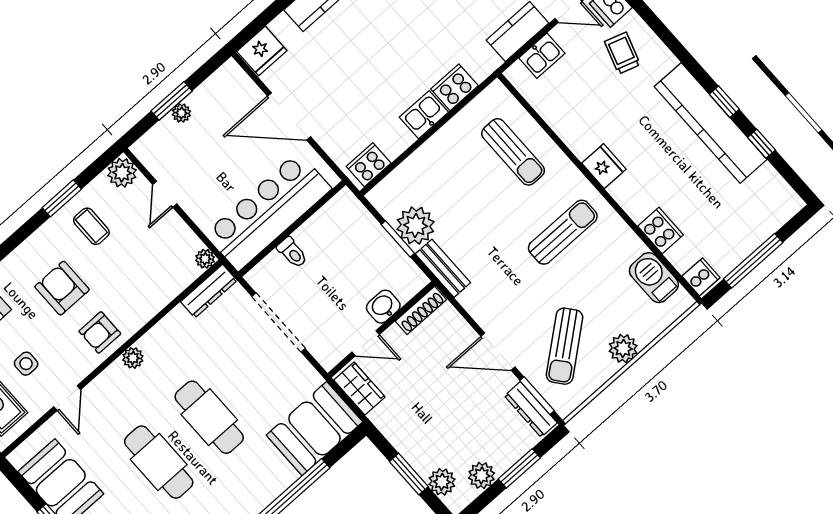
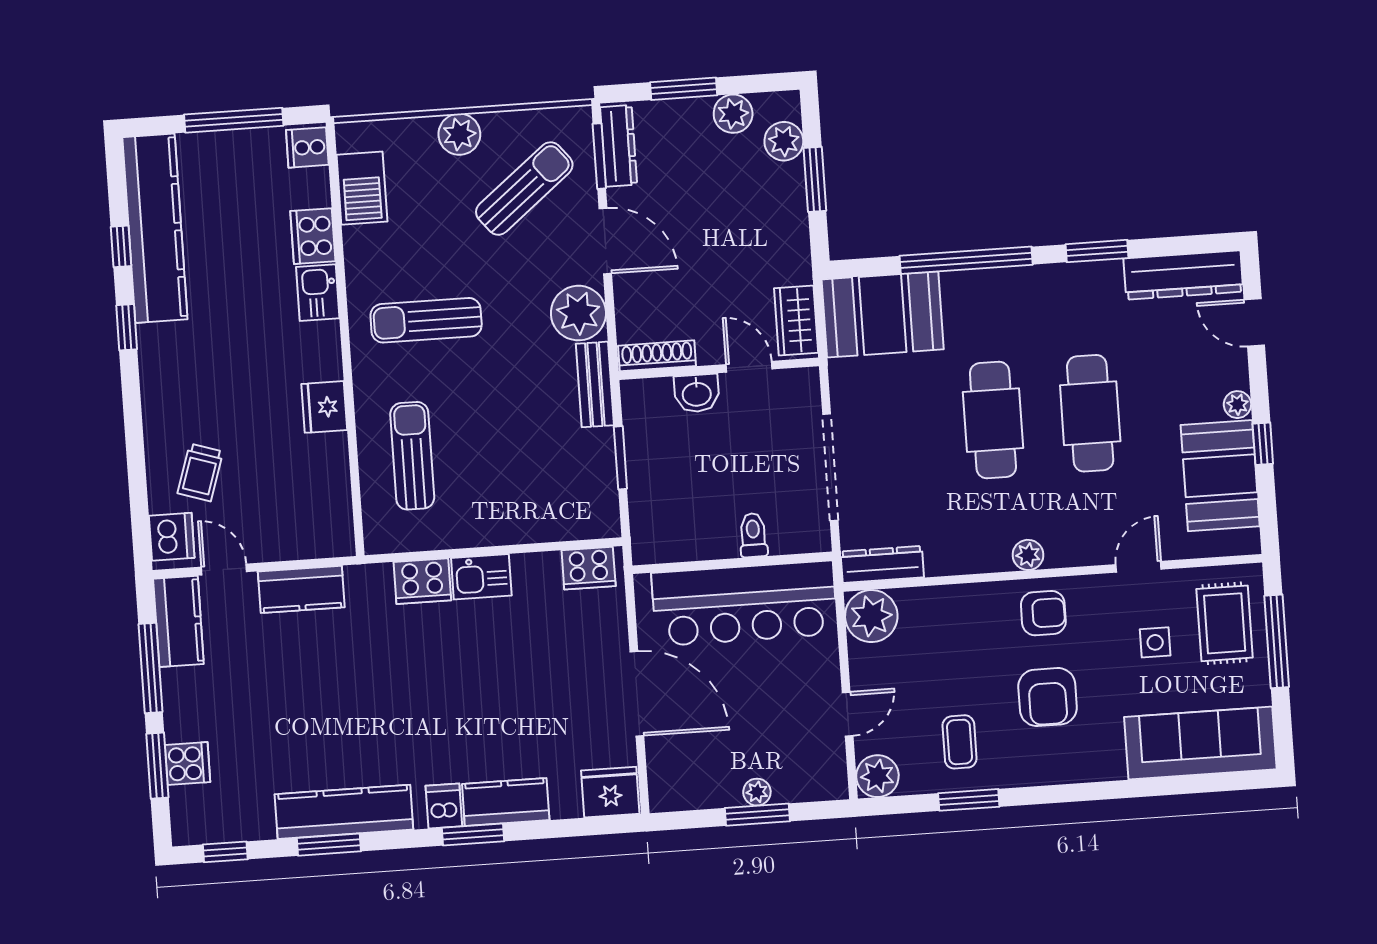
kitchen sink: (542, 56) -> (318, 293), moved, turned -90
kitchen counter: (711, 123) -> (155, 228), moved
fridge: (604, 166) -> (324, 407), moved
plant: (415, 226) -> (578, 313), moved
plant: (205, 259) -> (871, 616), width x1.88, depth x1.88

